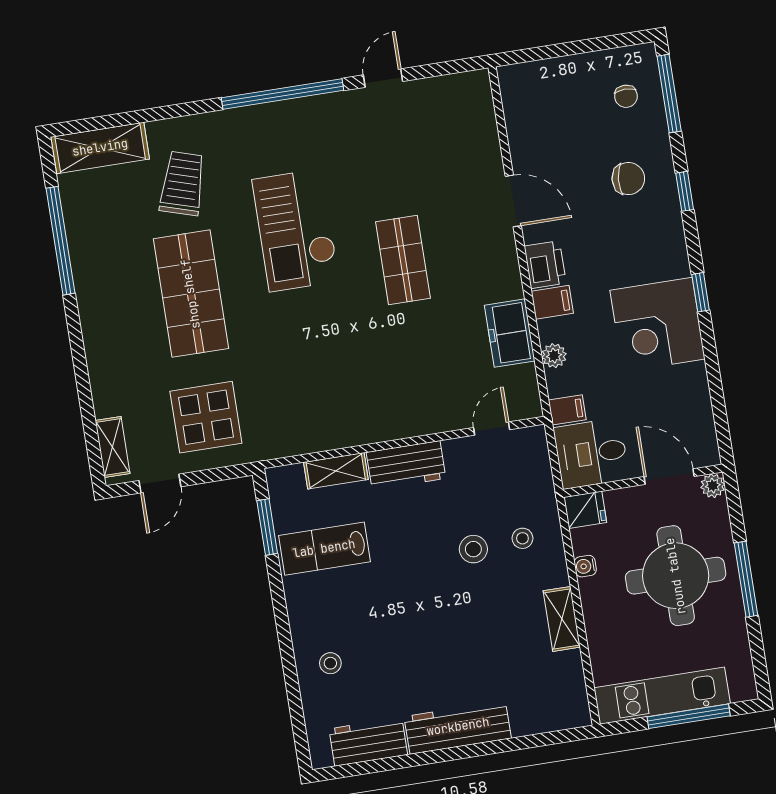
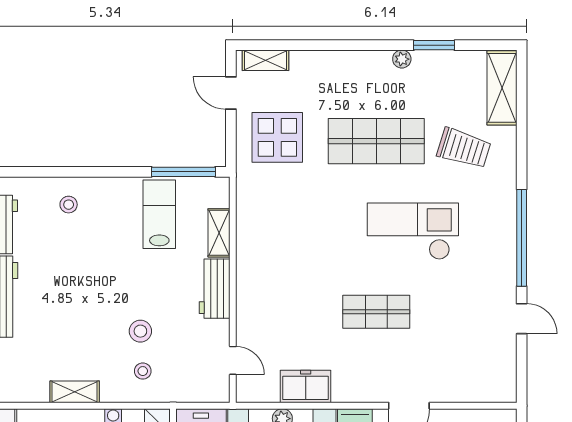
window: (61, 241) -> (434, 45), width x0.47
plant: (84, 278) -> (402, 59), added
window: (267, 527) -> (183, 172), width x1.44

